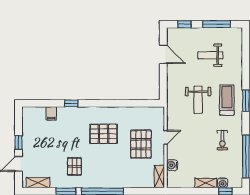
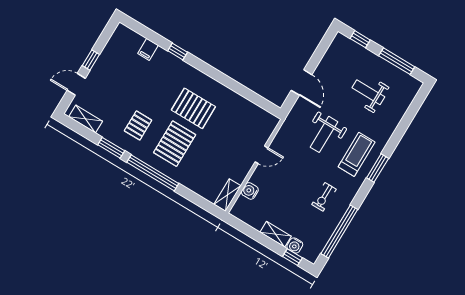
door: (163, 54) -> (302, 82), moved
pallet: (141, 144) -> (175, 144), moved

